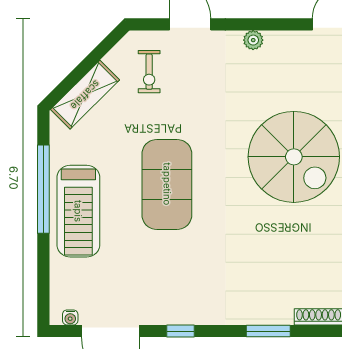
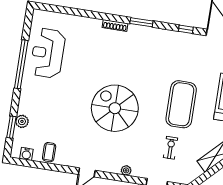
exercise bike: (149, 72) -> (170, 148), moved

